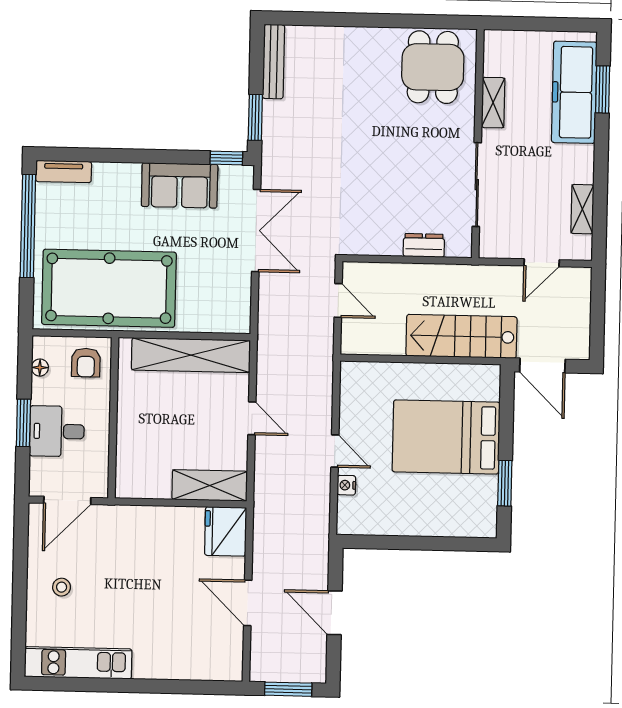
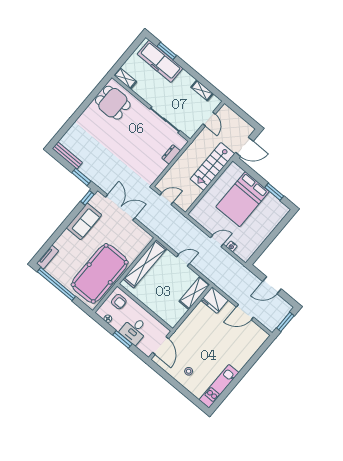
shelving: (493, 103) -> (125, 78), moved

